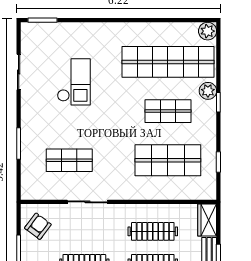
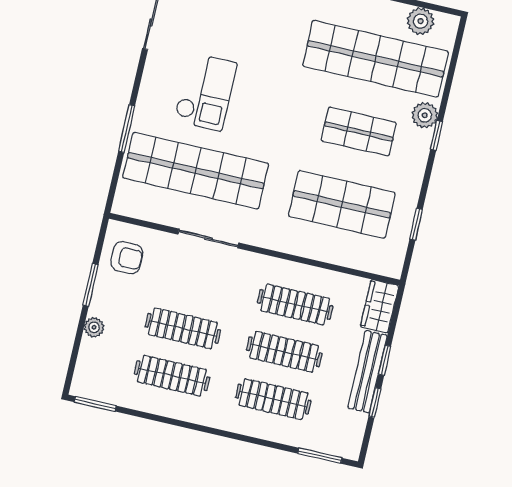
plant: (208, 31) -> (421, 21), moved
checkout: (74, 82) -> (205, 92), moved
shop shelf: (69, 160) -> (196, 171), width x2.00, depth x1.36
armchair: (38, 226) -> (127, 258), turned 53

